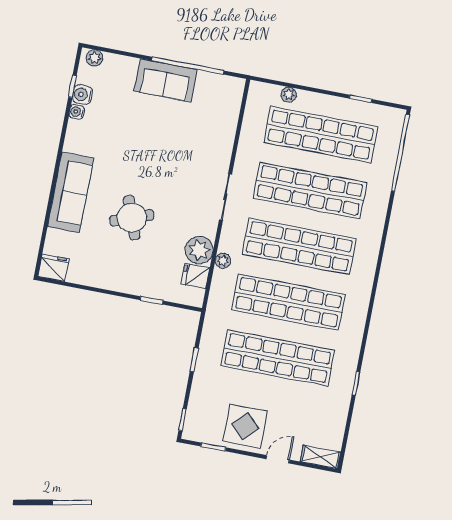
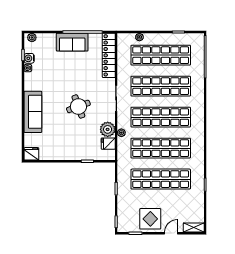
locker: (227, 117) -> (109, 55), added
round table: (132, 218) -> (78, 106), moved

